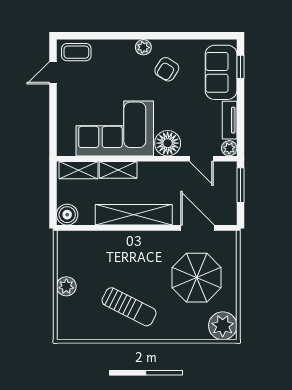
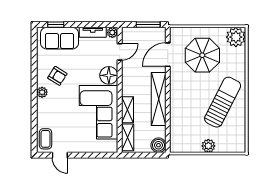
window: (240, 185) -> (148, 25), moved
sun lounger: (129, 307) -> (223, 102), width x1.36, depth x1.34

